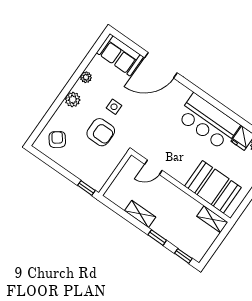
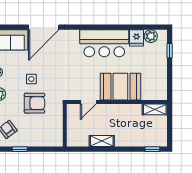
booth: (213, 187) -> (120, 87), moved
window: (86, 188) -> (20, 149), moved
window: (157, 238) -> (125, 149), removed

